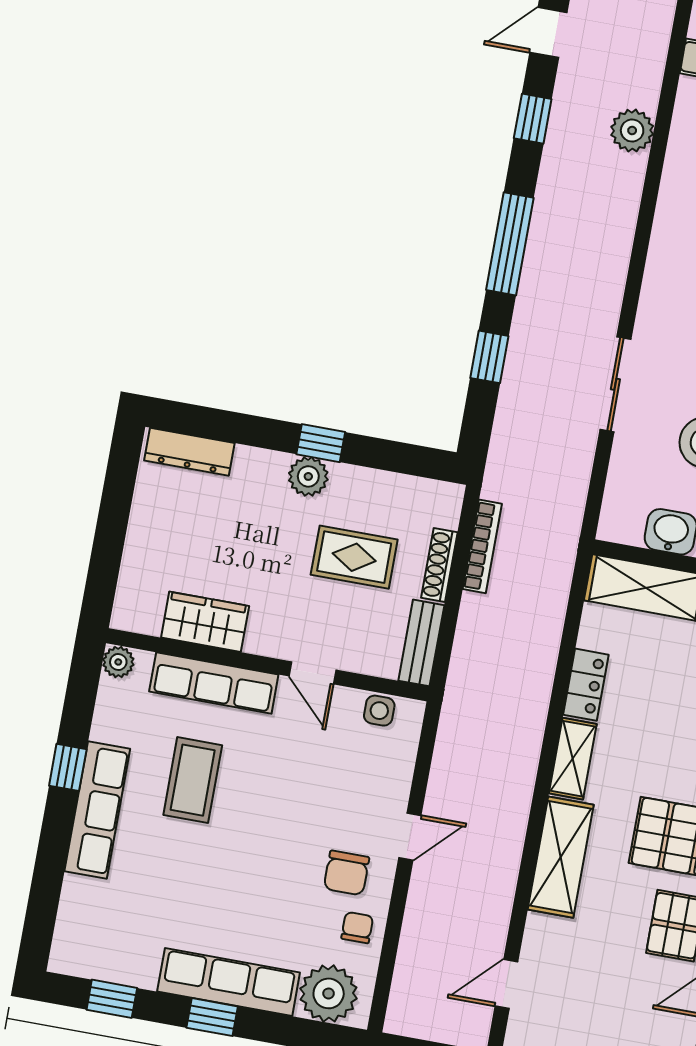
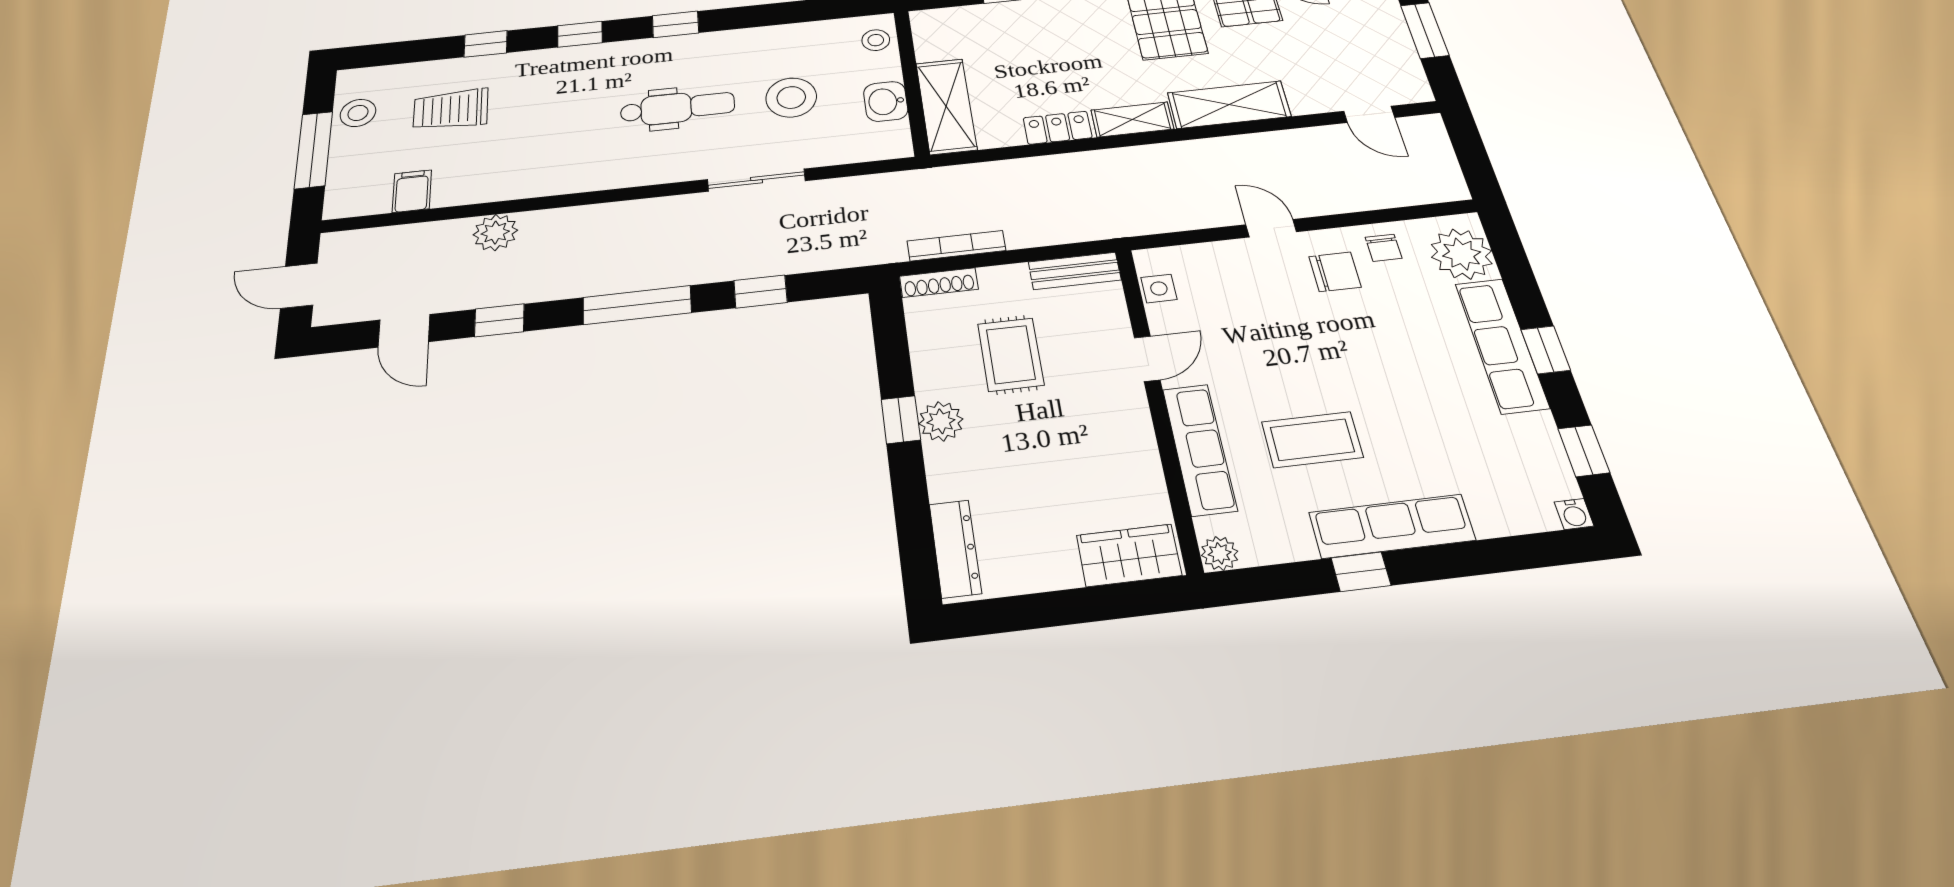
shoe rack: (439, 565) -> (939, 283), moved
wardrobe: (205, 622) -> (1129, 555), moved, turned 90
chair: (357, 928) -> (1384, 248), turned -90
water cooler: (61, 961) -> (1574, 514), added

